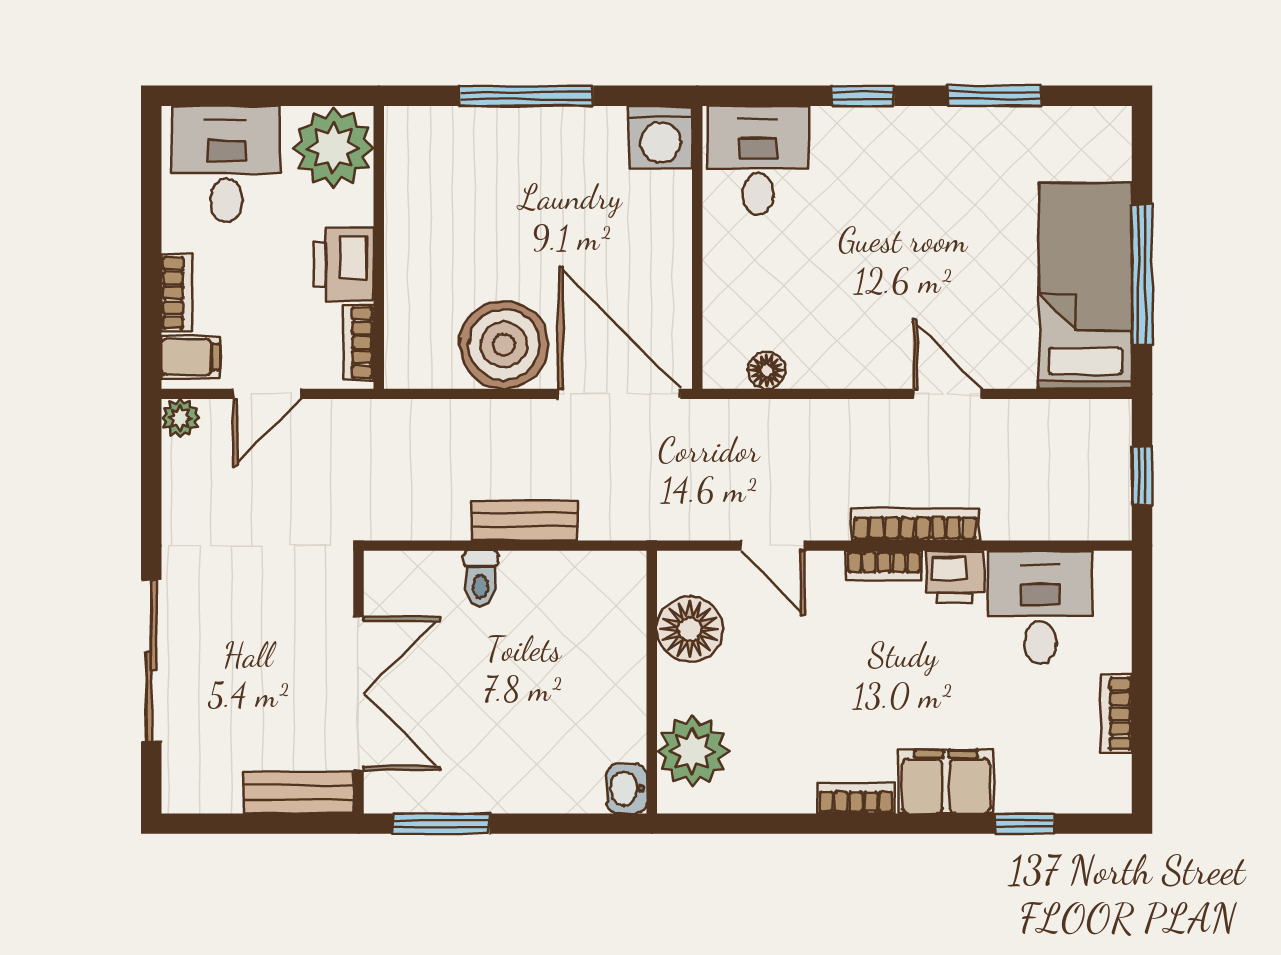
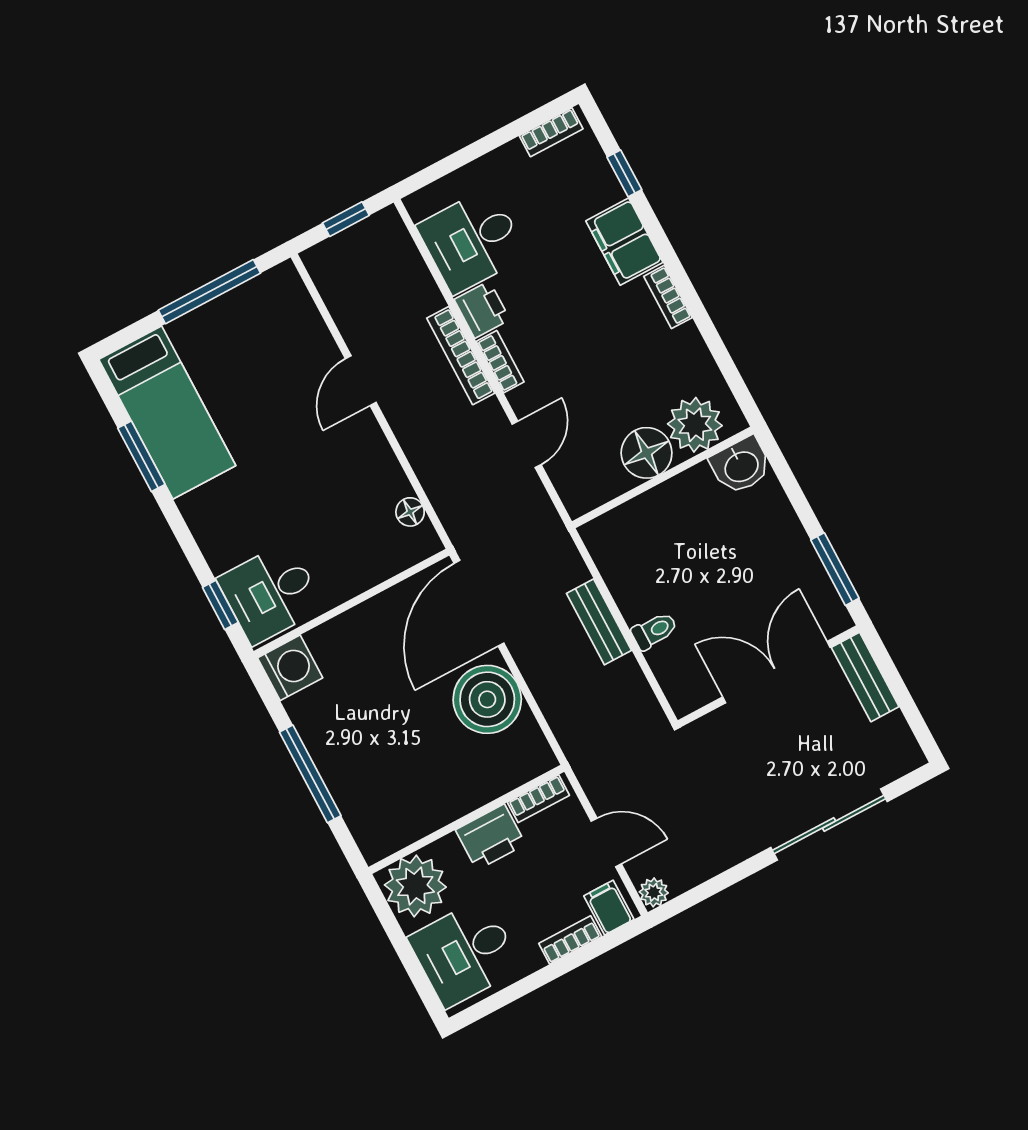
window: (863, 96) -> (220, 605), moved
bed: (1086, 286) -> (167, 413), moved, turned -90
floor lamp: (690, 629) -> (647, 453), moved
bookcase: (1116, 714) -> (551, 132), moved
washbasin: (626, 788) -> (741, 466), width x1.38, depth x1.45

